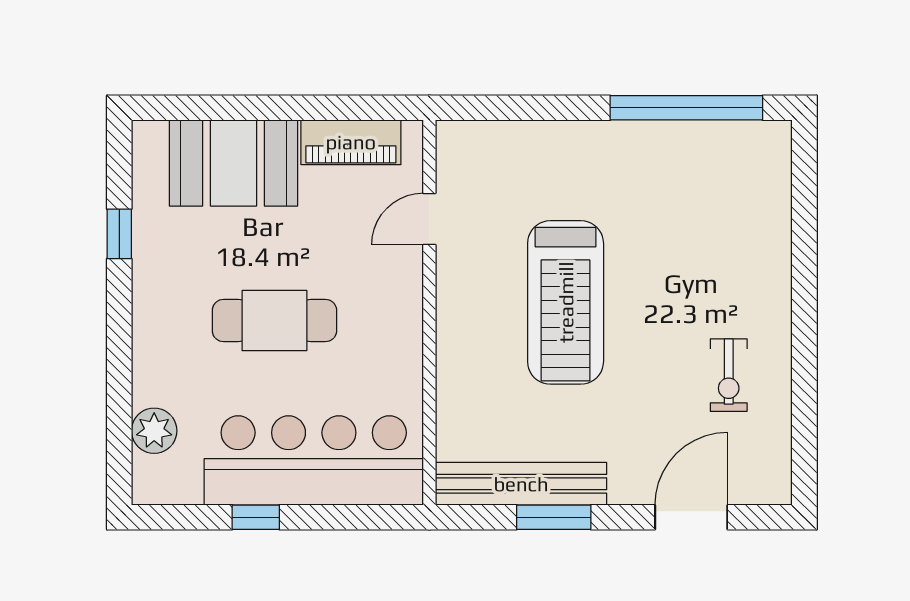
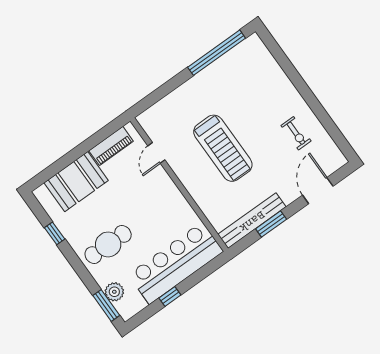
cafe table: (274, 321) -> (108, 244), moved
window: (119, 446) -> (106, 305), added

